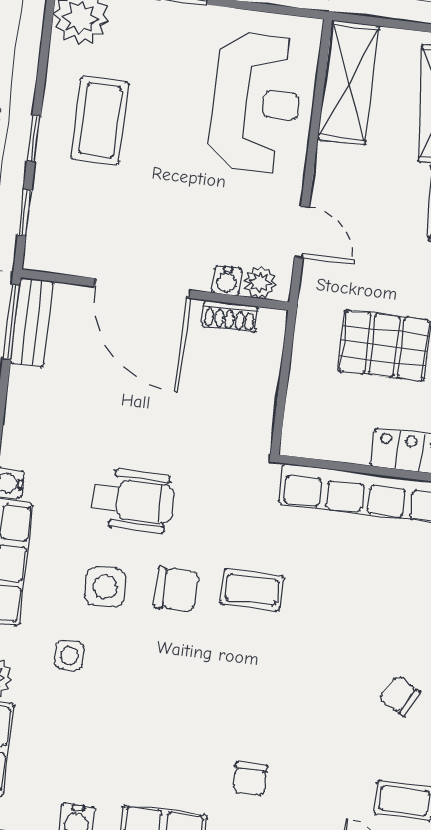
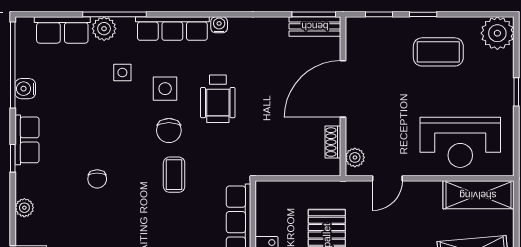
water cooler: (227, 281) -> (353, 138), removed
chair: (250, 779) -> (97, 179), moved, turned -90

